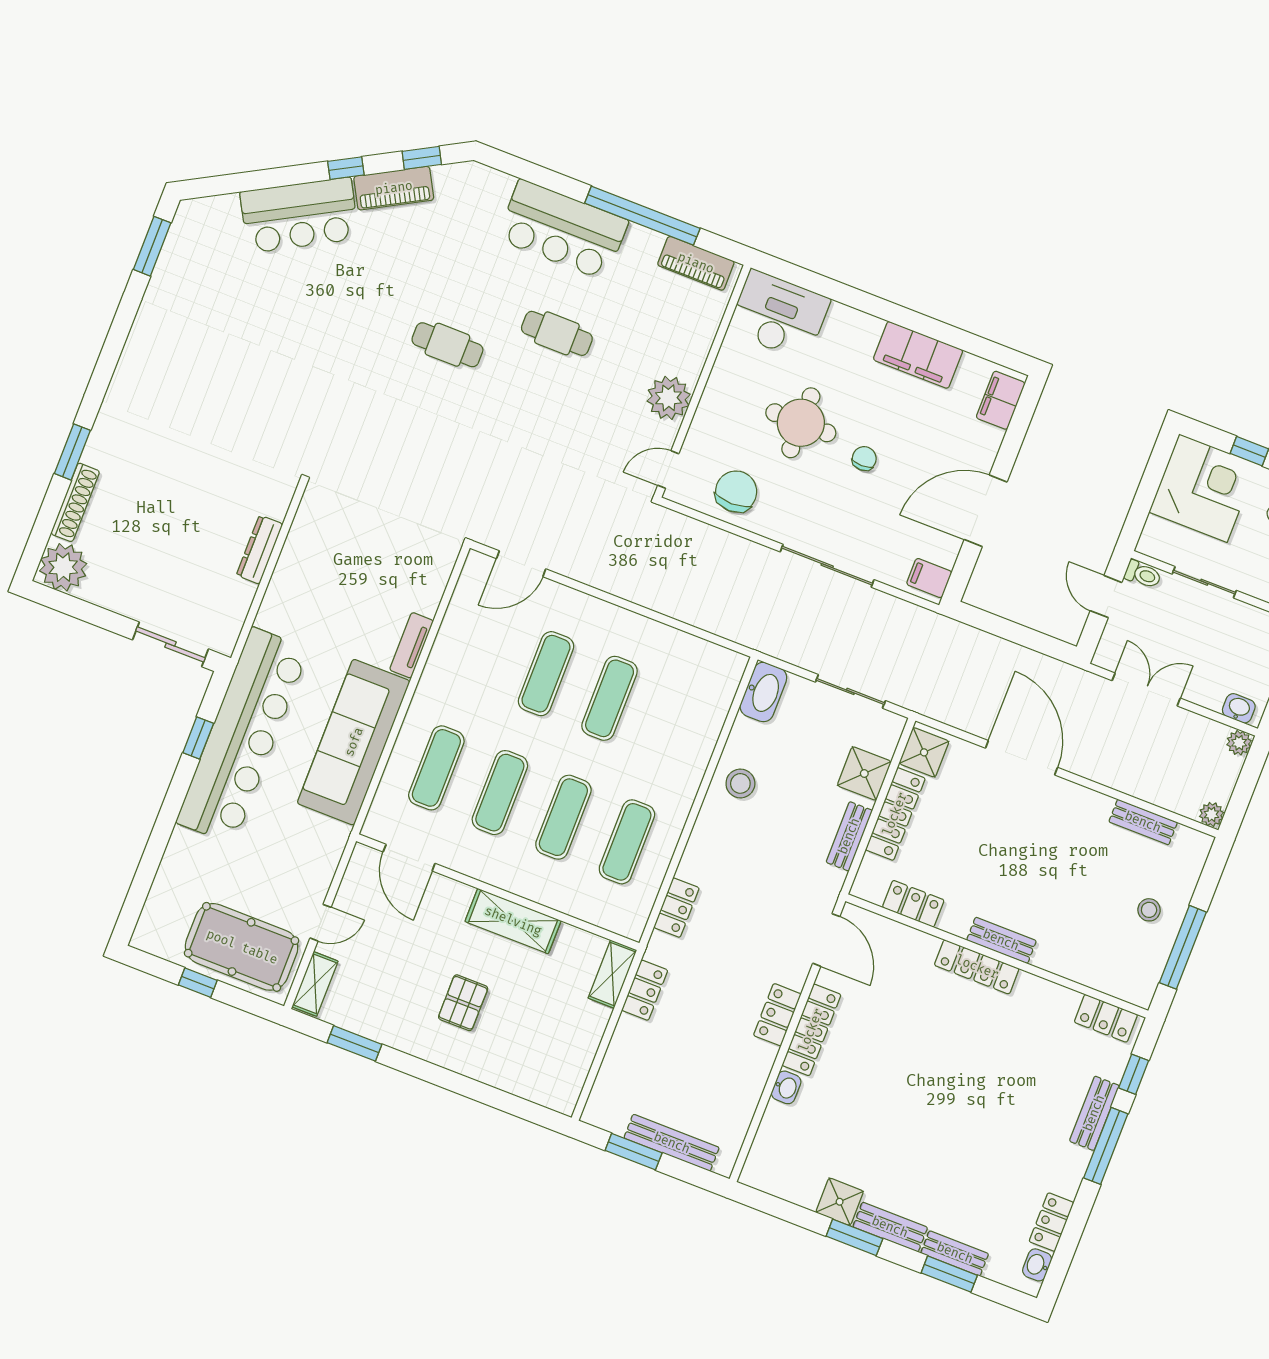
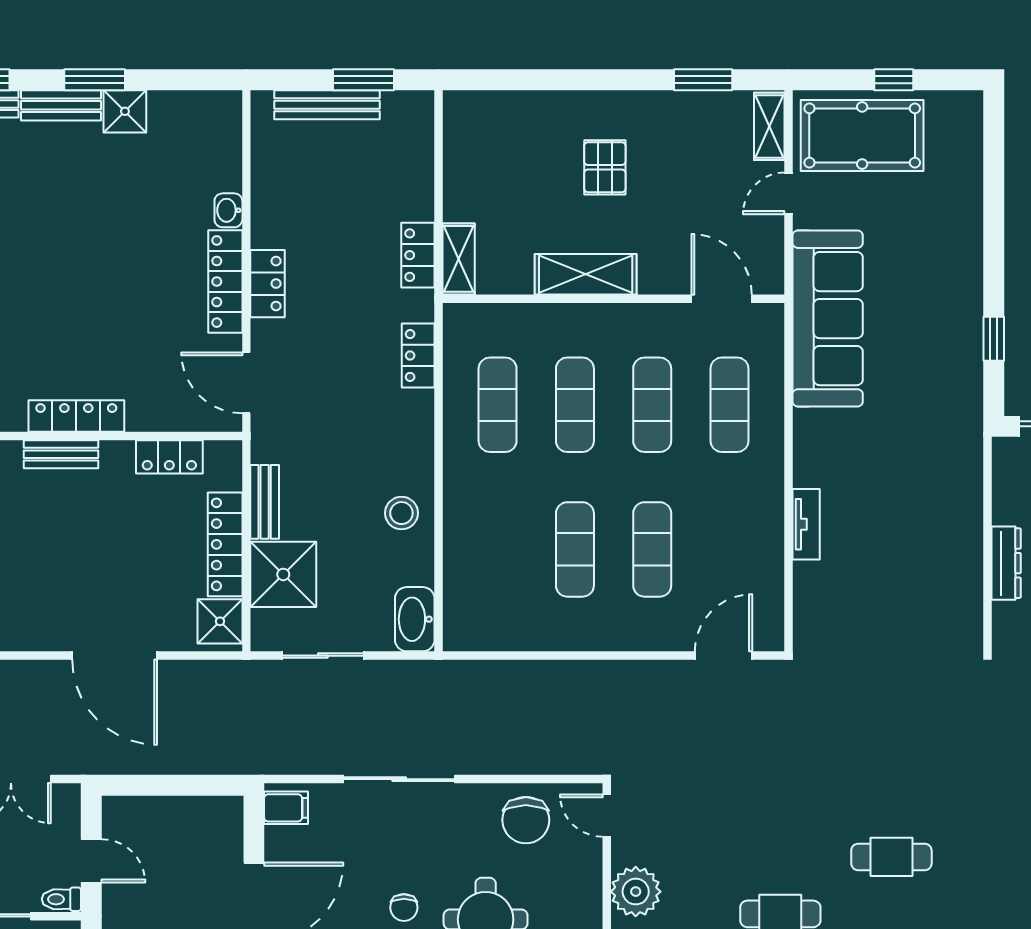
door: (668, 470) -> (607, 816), swing flipped
bar counter: (243, 736) -> (948, 359), removed
sofa: (354, 742) -> (828, 319), moved
shower: (864, 774) -> (283, 574), width x1.36, depth x1.36

